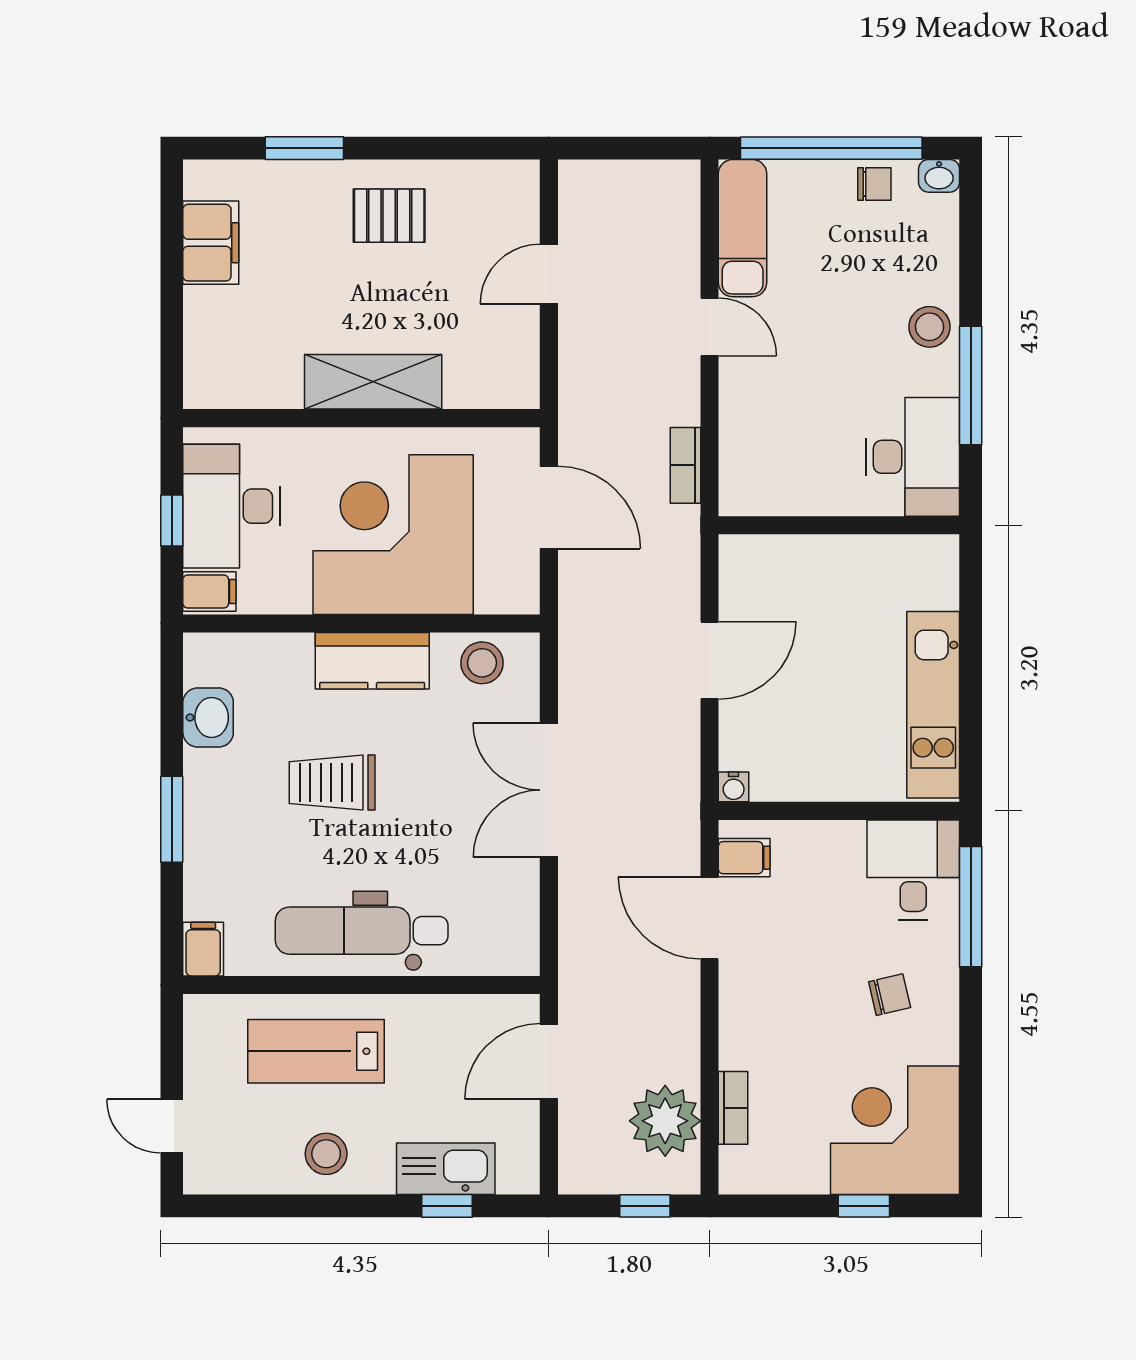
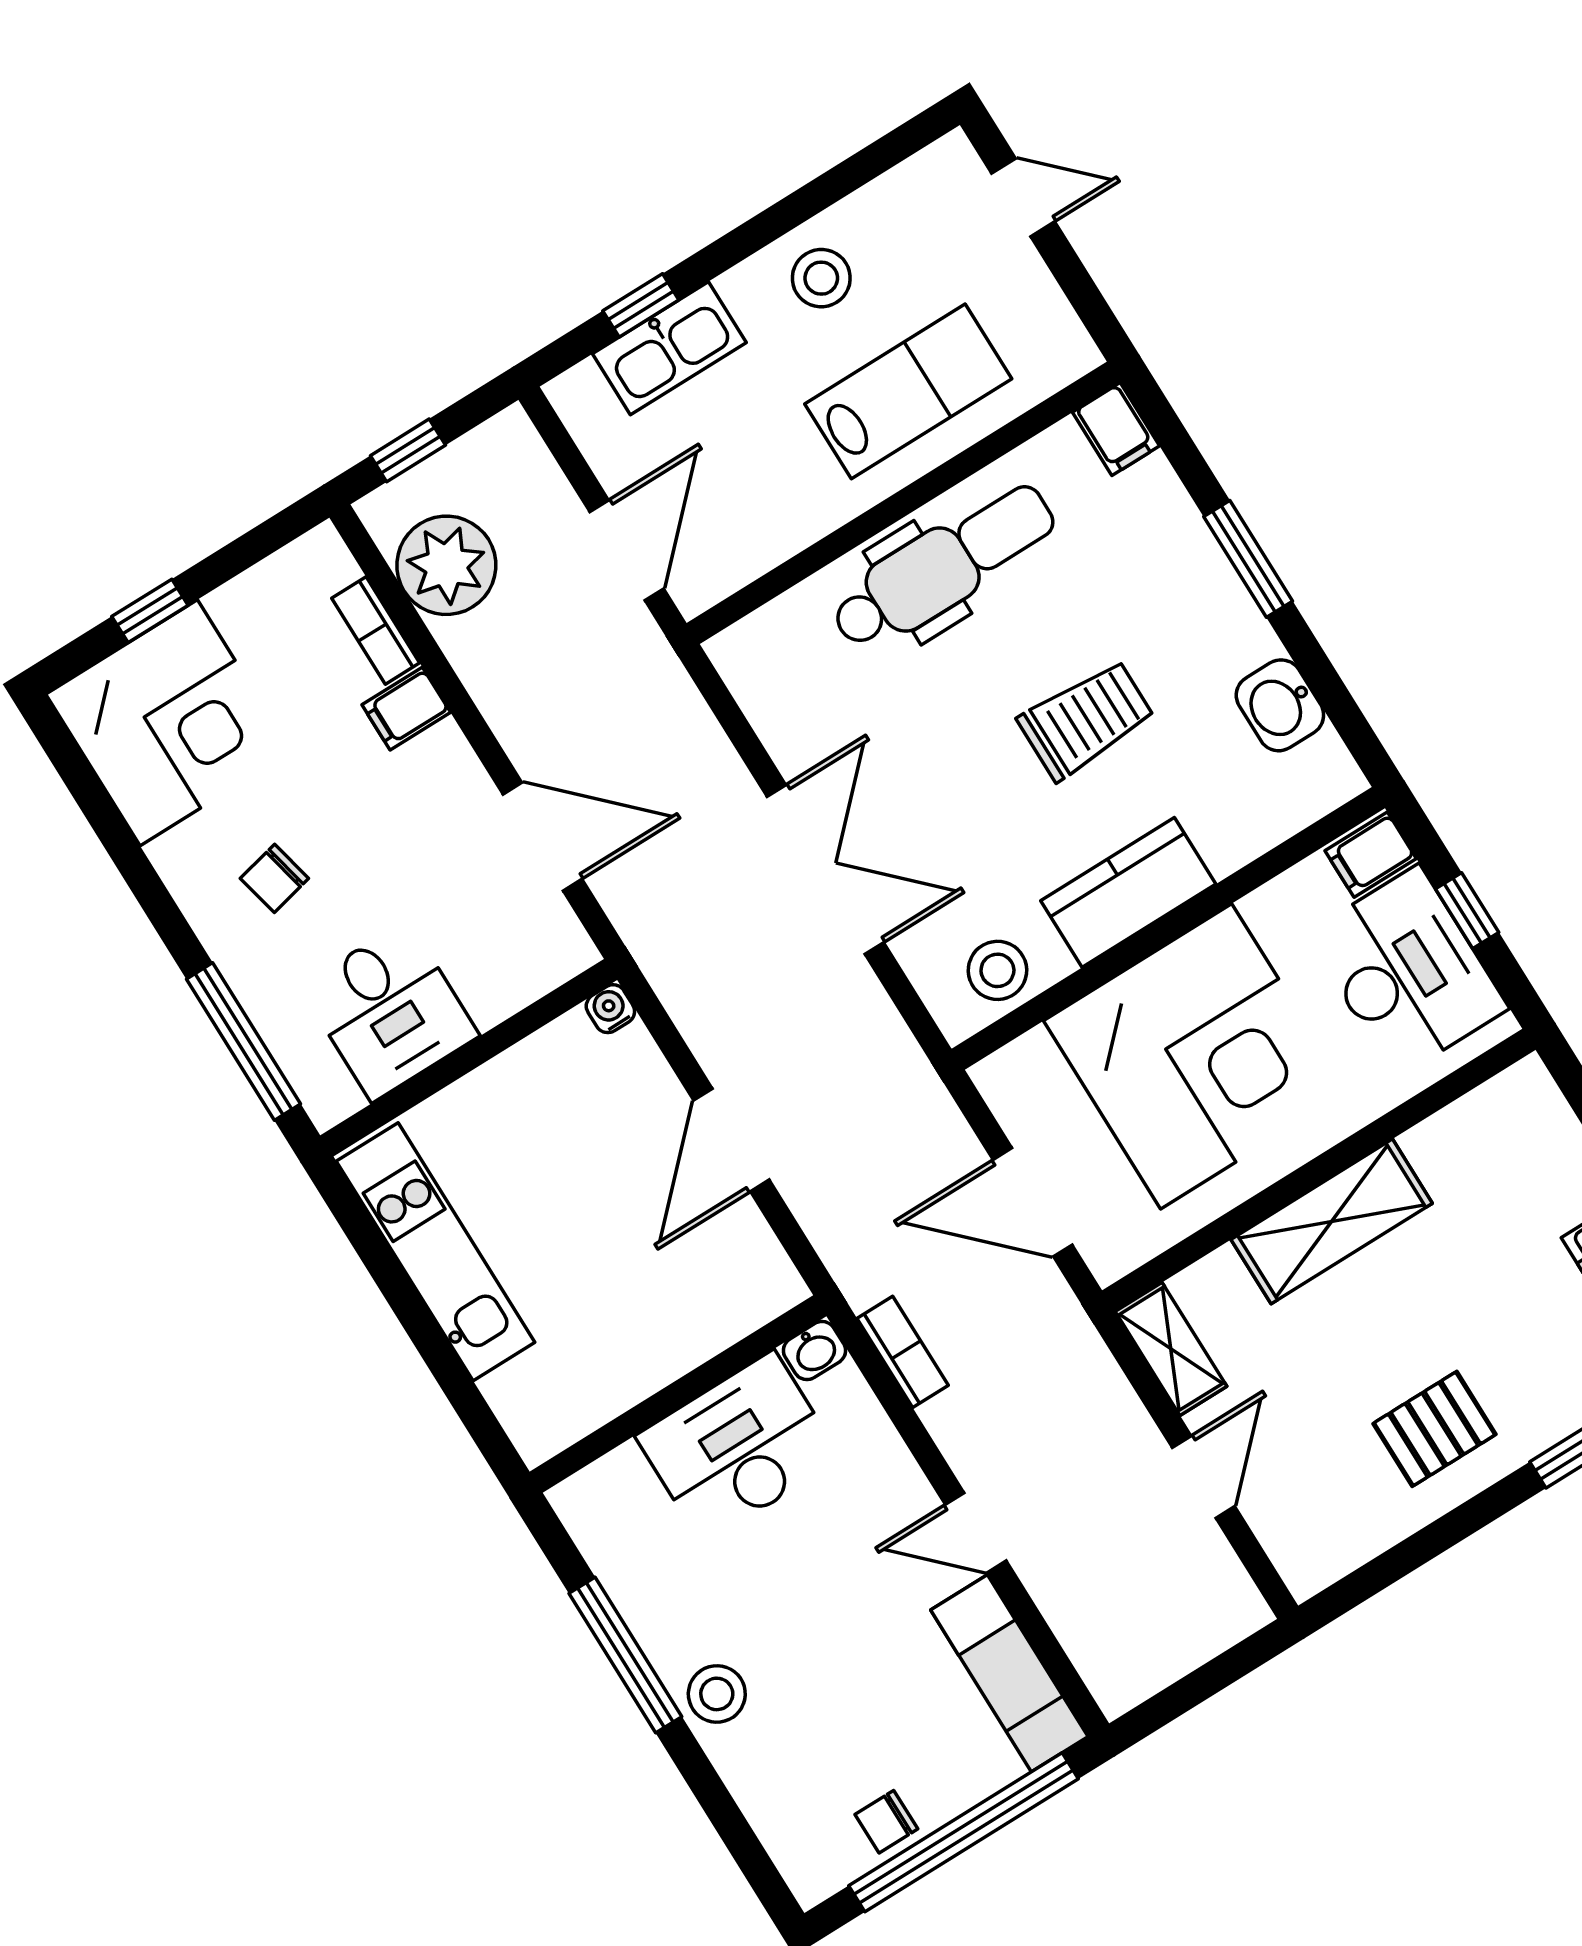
washbasin: (939, 176) -> (814, 1351), moved, turned 180
shelving: (520, 365) -> (1171, 1349), added
desk: (913, 457) -> (738, 1447), moved, turned 90
filing cabinet: (744, 858) -> (406, 709), moved
desk: (913, 870) -> (389, 1011), moved

